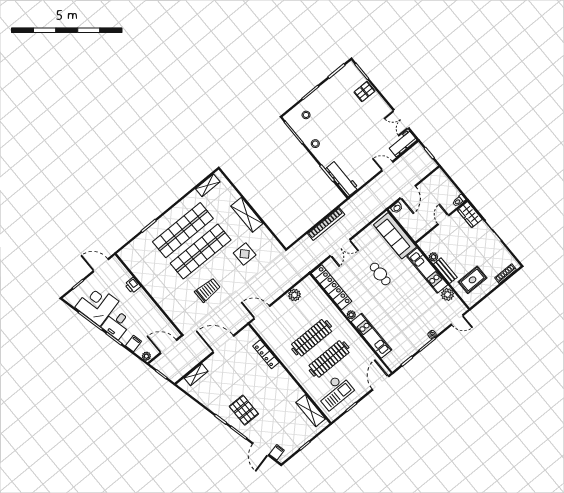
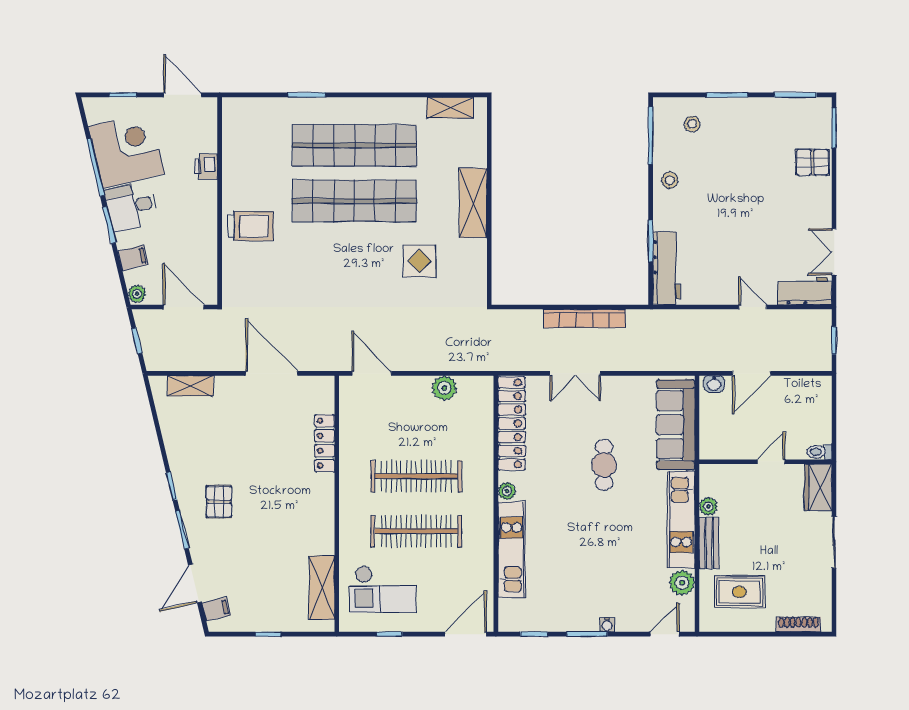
trolley: (208, 290) -> (251, 226), moved
door: (457, 320) -> (665, 634), swing flipped
pallet: (244, 410) -> (219, 502), width x0.67, depth x0.71

